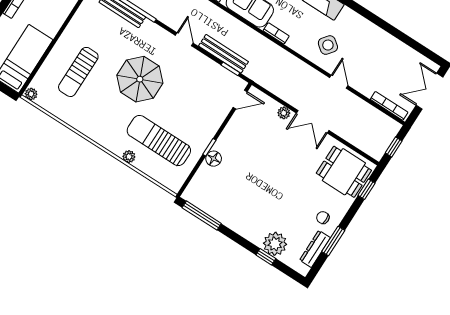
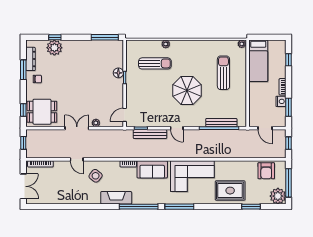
sun lounger: (159, 141) -> (155, 63), width x0.73, depth x0.75

